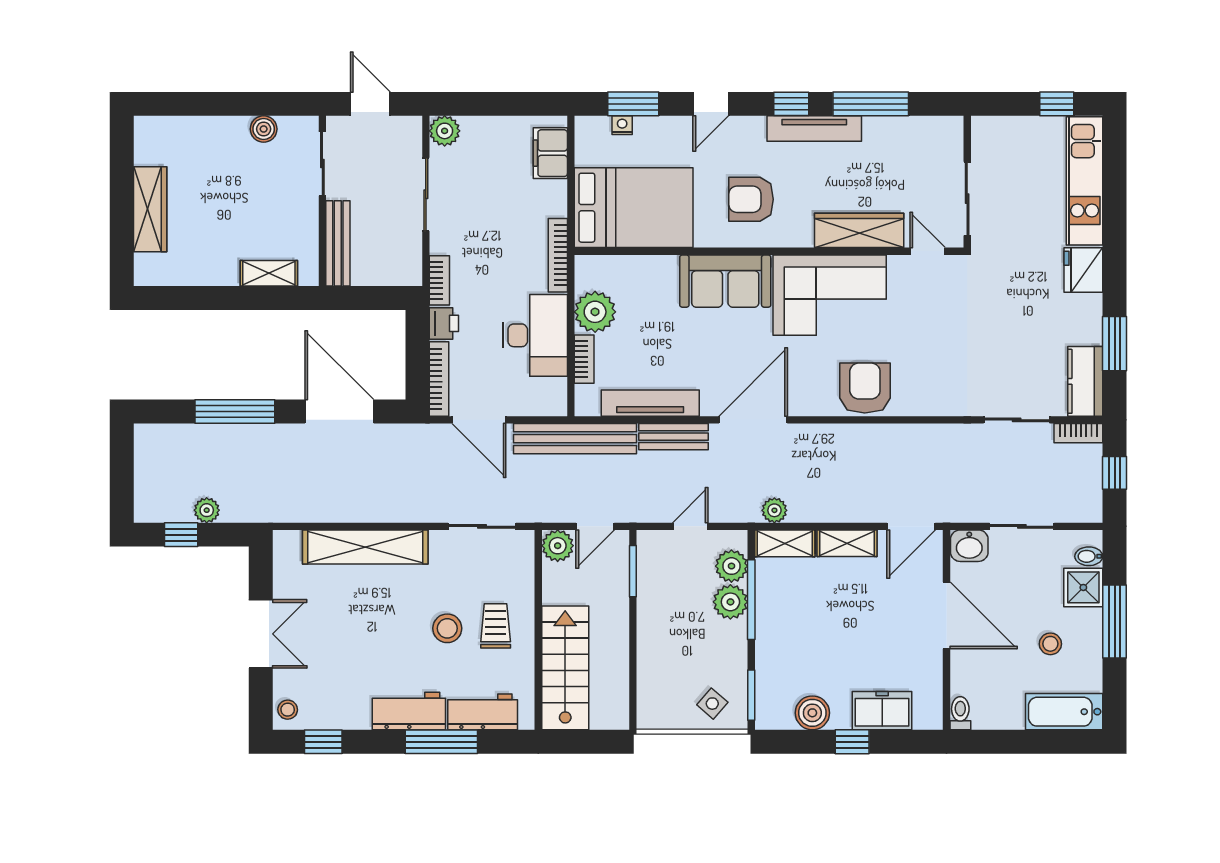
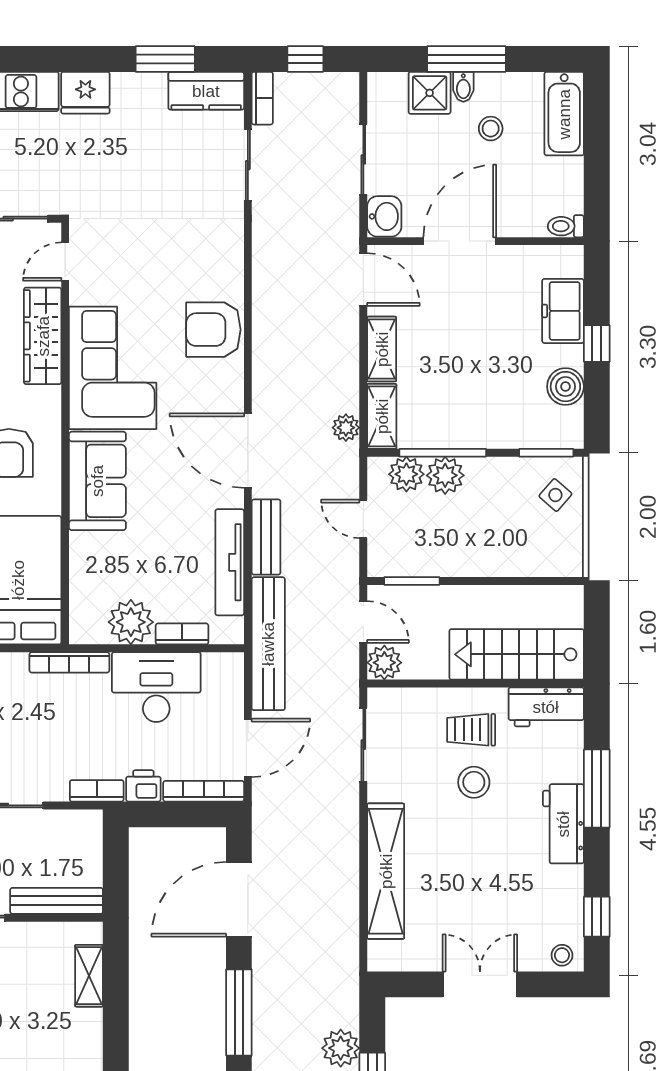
plant: (207, 510) -> (341, 1048), width x1.38, depth x1.38
bidet: (1089, 556) -> (463, 87), moved
workbench: (483, 712) -> (546, 707), moved, turned -90

